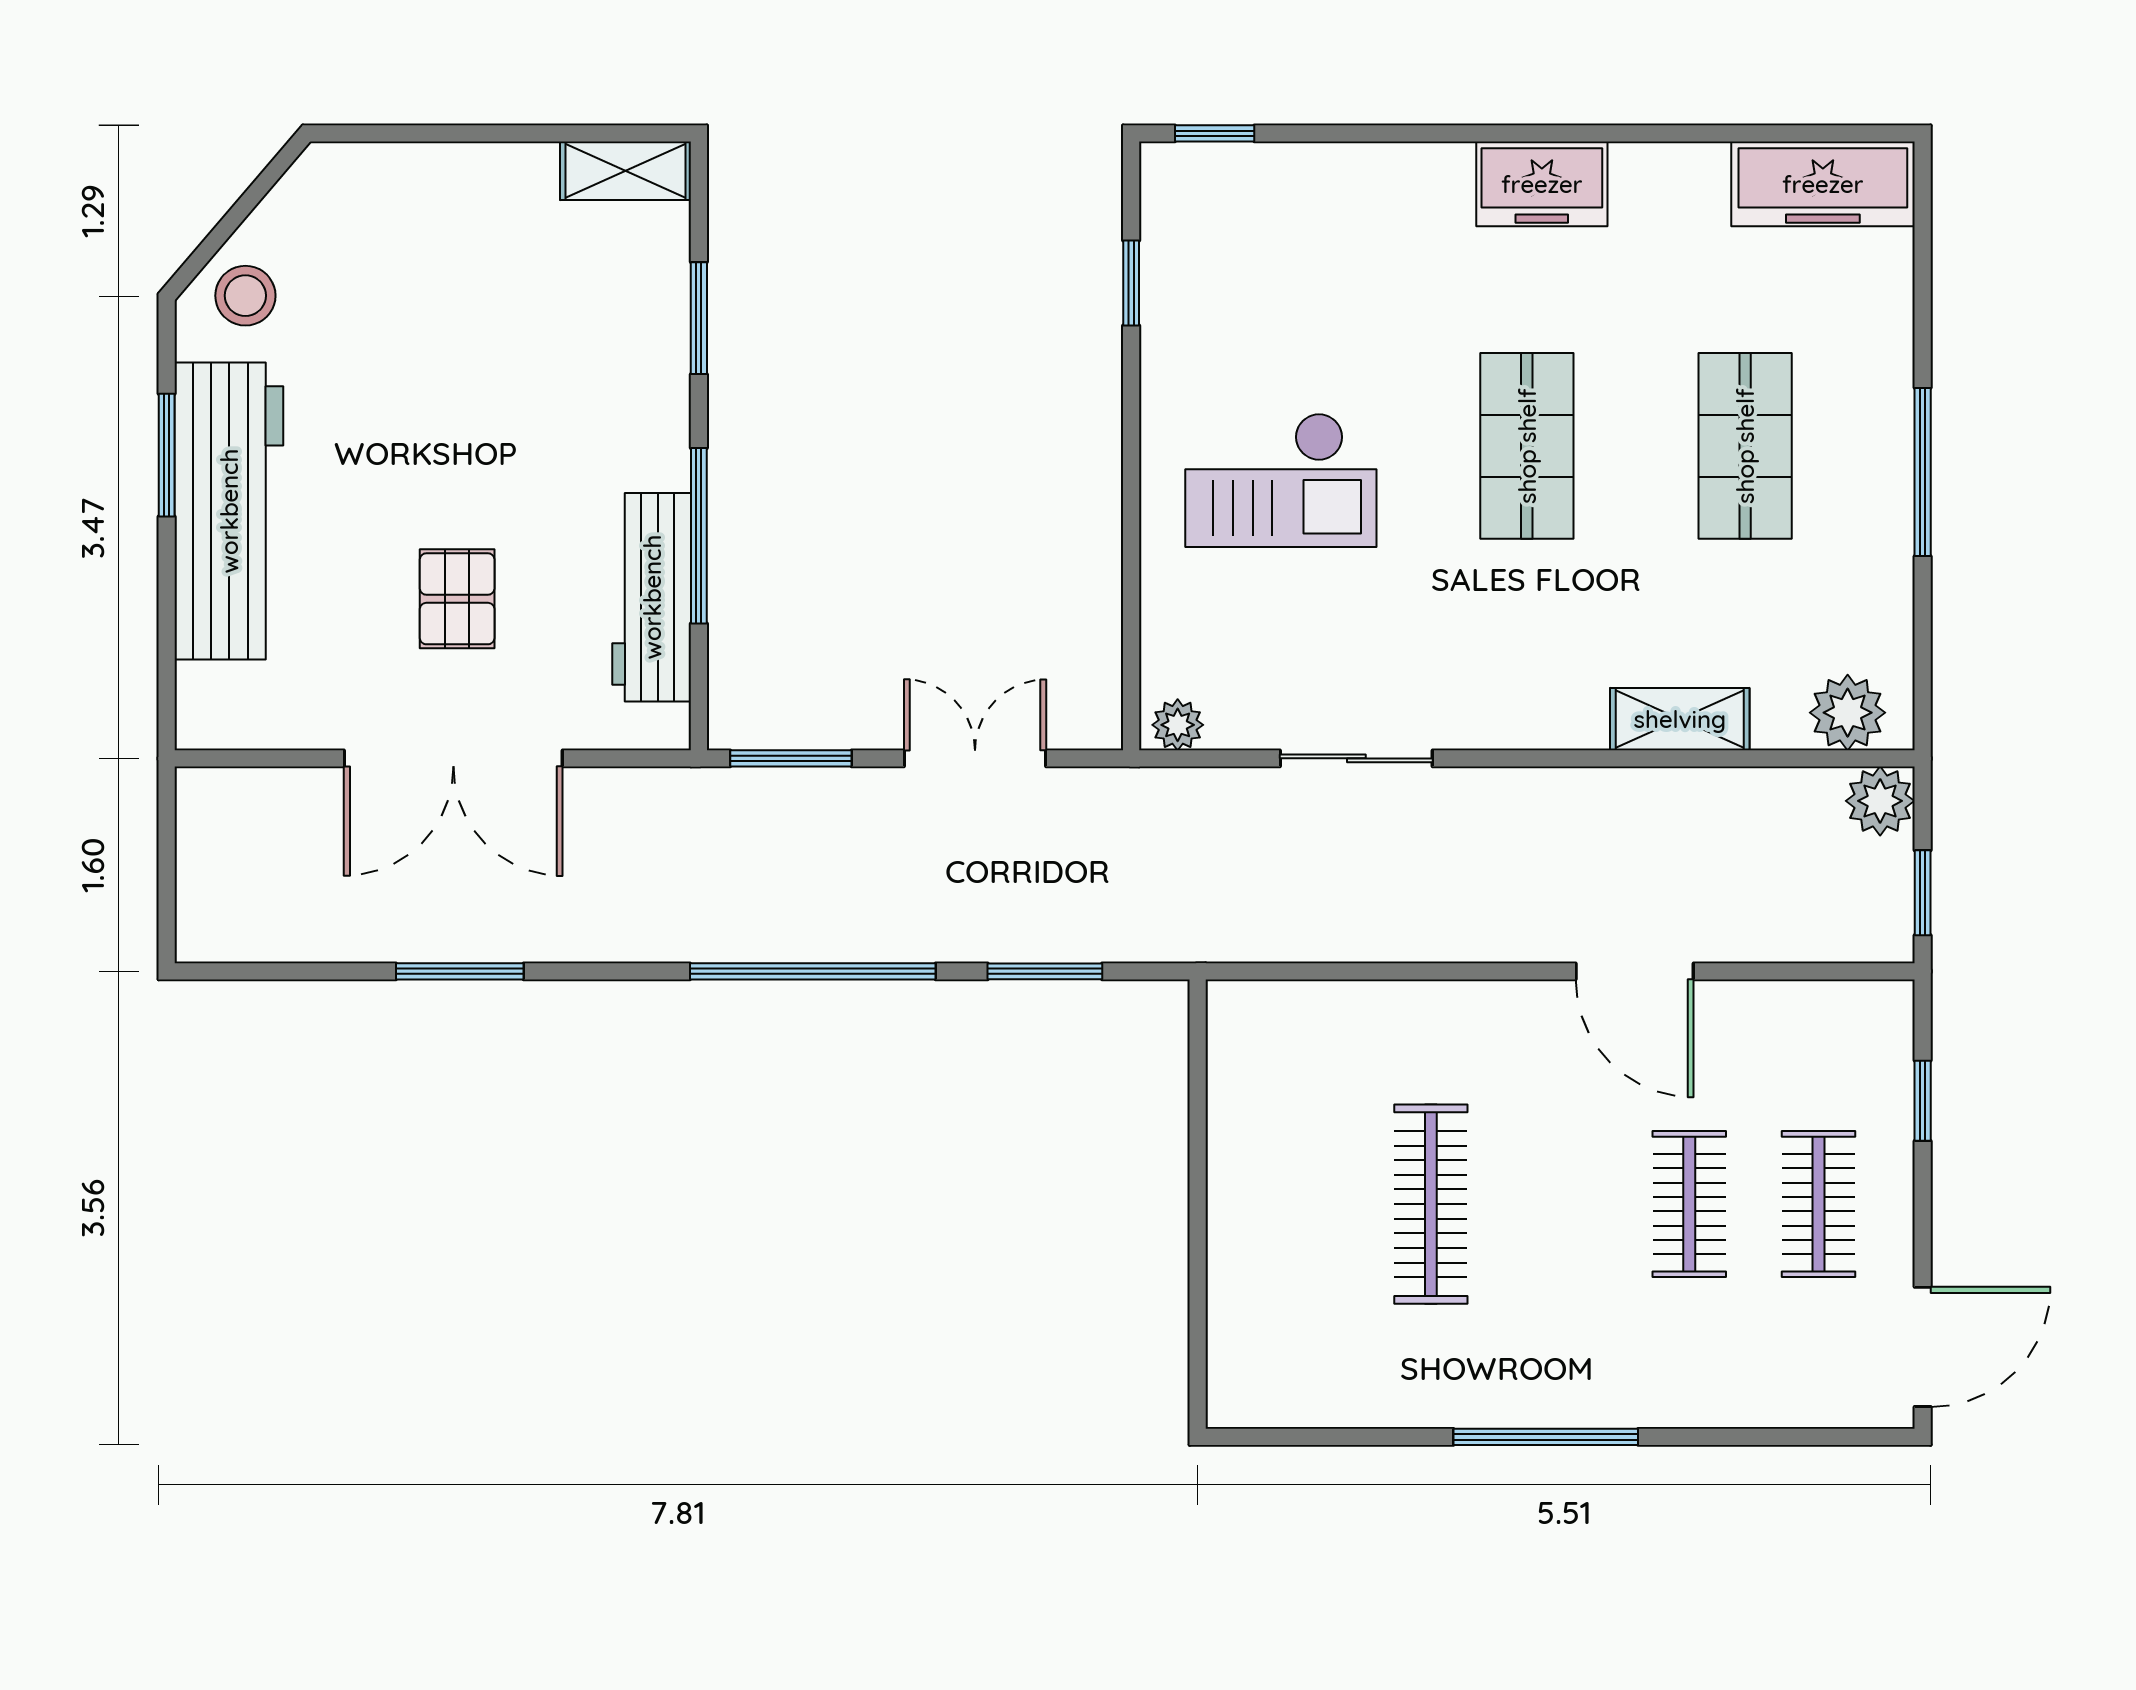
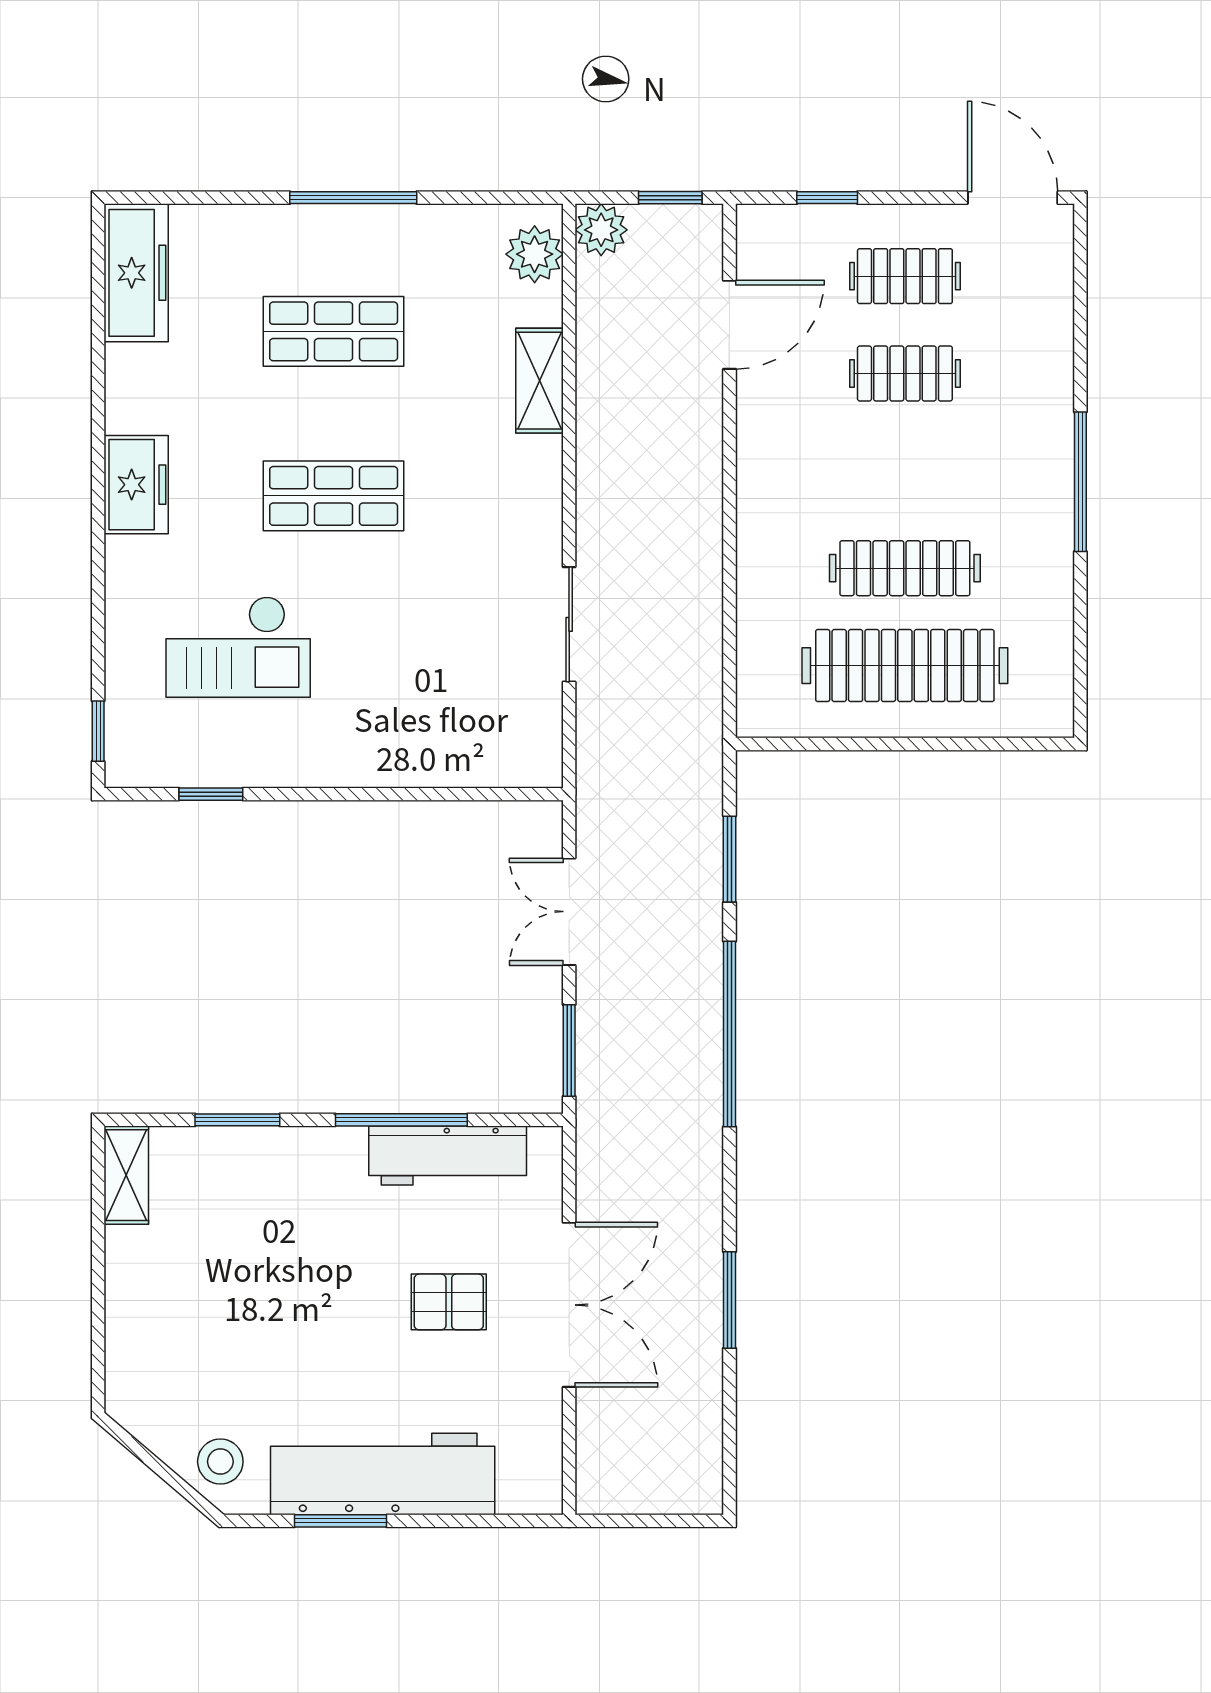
checkout: (1281, 480) -> (238, 647), moved, turned 90
plant: (1178, 725) -> (544, 759), removed
door: (1635, 971) -> (729, 325), moved
clothes rail: (1302, 1204) -> (905, 666), added

